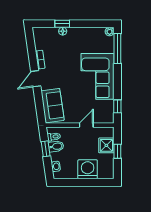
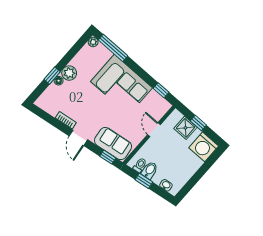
plant: (74, 34) -> (69, 73), added
window: (40, 110) -> (108, 157), added
washing machine: (88, 169) -> (204, 147), moved, turned -90

